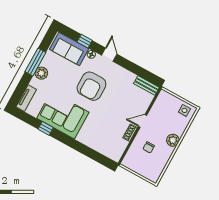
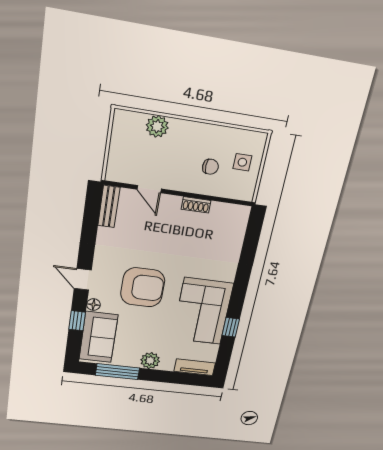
door: (109, 55) -> (83, 279), hinge flipped
window: (35, 62) -> (117, 372), moved
side table: (184, 110) -> (242, 162), moved
door: (142, 121) -> (149, 189), moved
plant: (173, 140) -> (157, 126), moved

